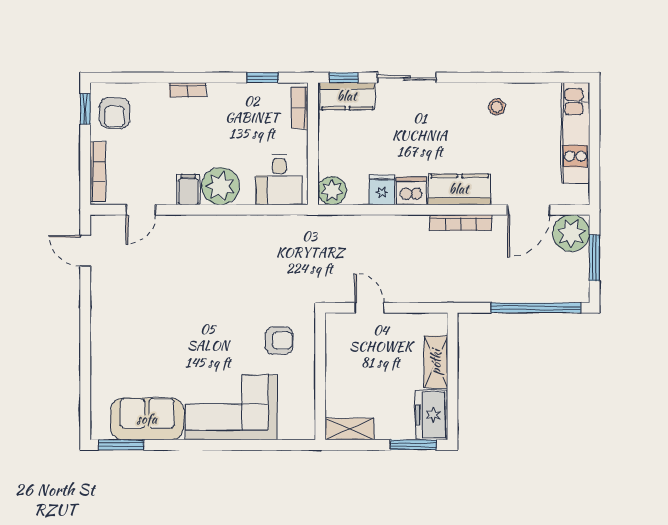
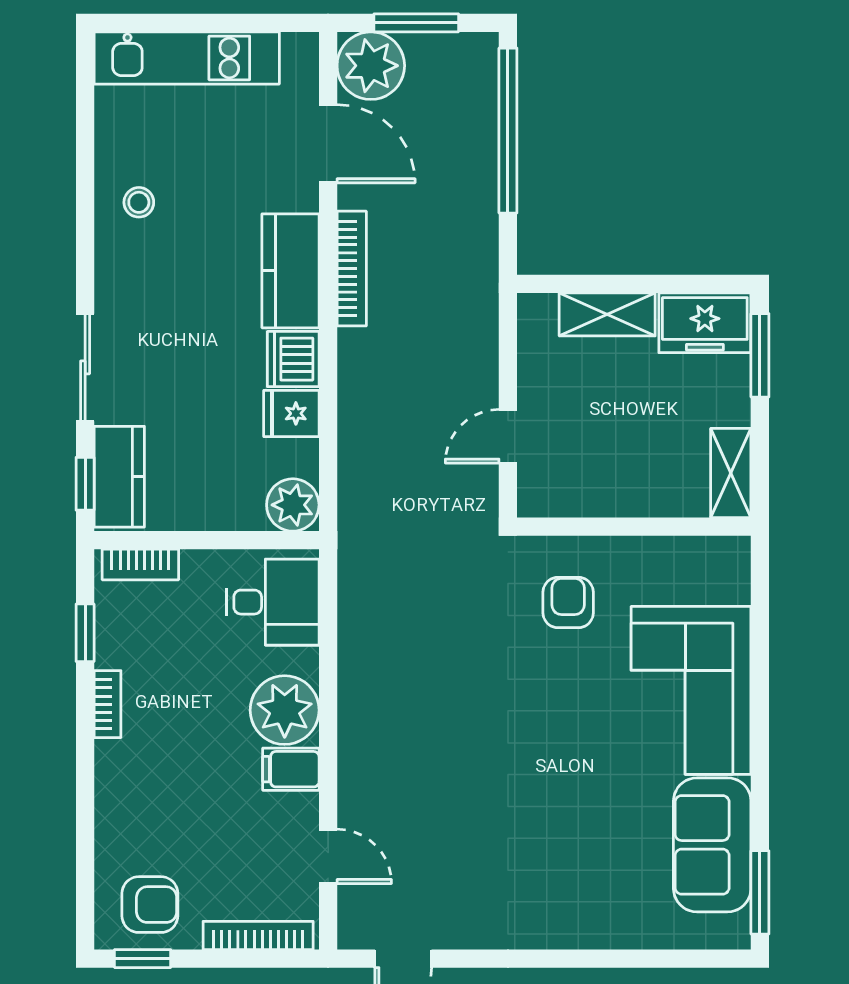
bookcase: (187, 90) -> (107, 704), moved

